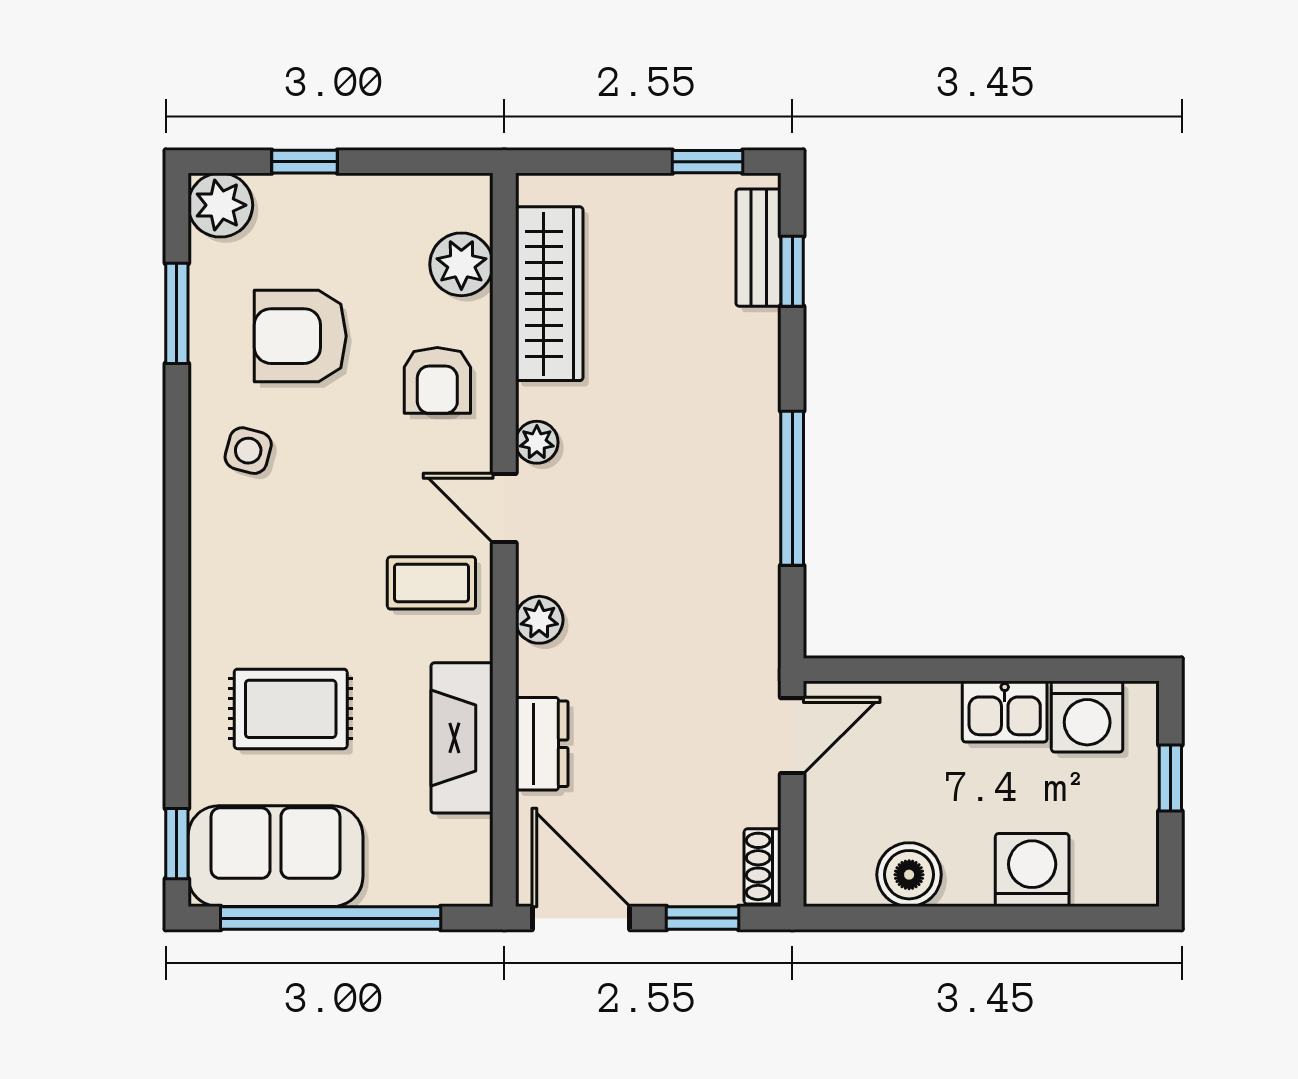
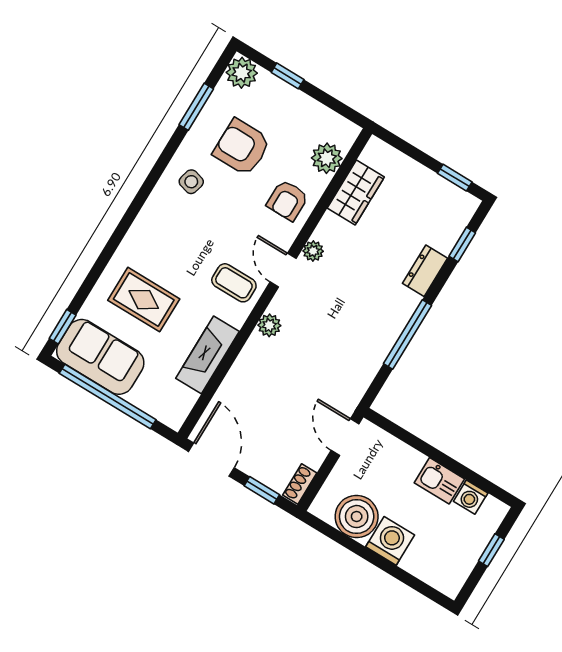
bench: (758, 248) -> (454, 226), removed
wardrobe: (549, 294) -> (356, 193), width x0.67
washing machine: (1087, 717) -> (471, 497), width x0.73, depth x0.73
door: (792, 736) -> (345, 437), swing flipped
dresser: (542, 744) -> (425, 271), moved, turned 180
washing machine: (1032, 870) -> (390, 541), moved
boiler: (909, 875) -> (357, 517), width x1.37, depth x1.37

